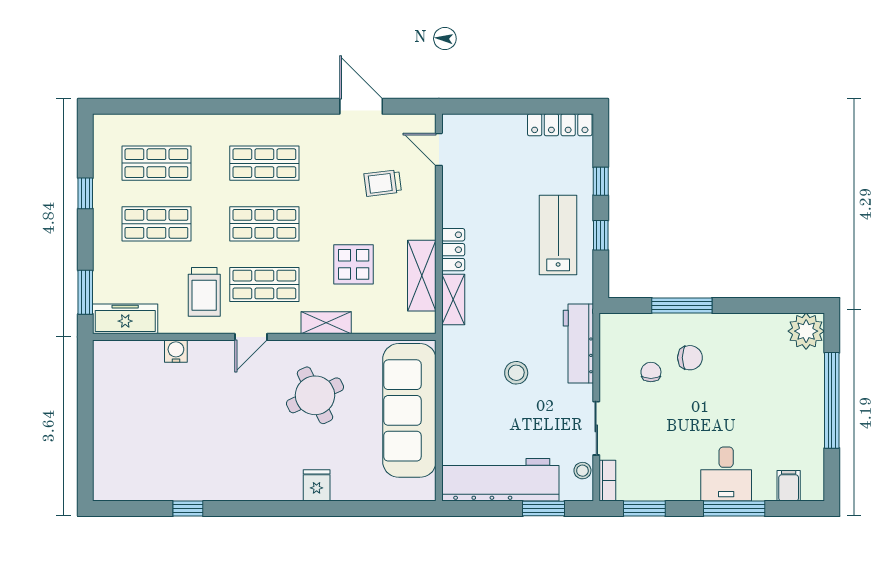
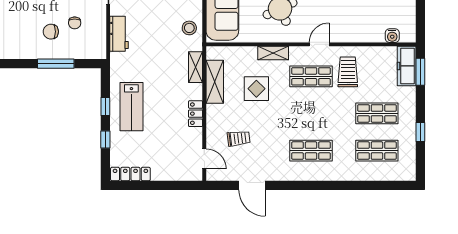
shop shelf: (264, 224) -> (311, 113), removed
locker: (453, 250) -> (196, 114), moved
freezer: (125, 319) -> (407, 66), moved, turned 90
workbench: (578, 343) -> (119, 34), width x0.73
water cooler: (176, 351) -> (392, 36), moved
stool: (516, 373) -> (189, 28), moved

